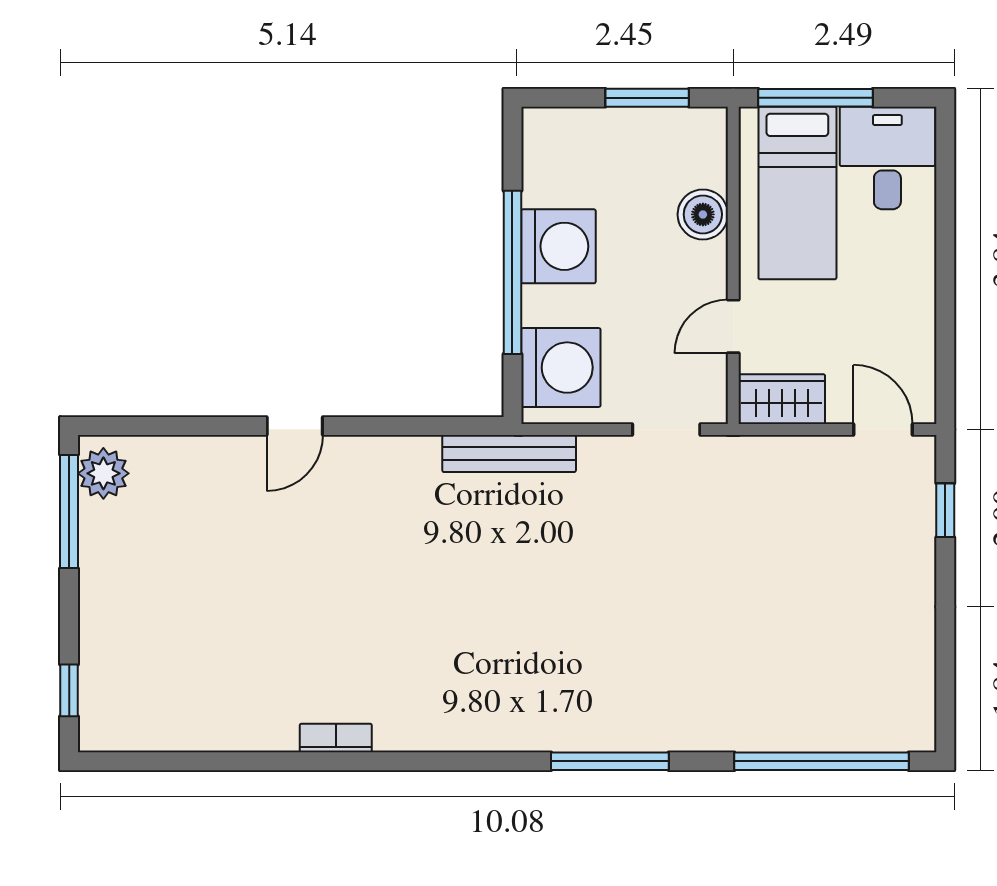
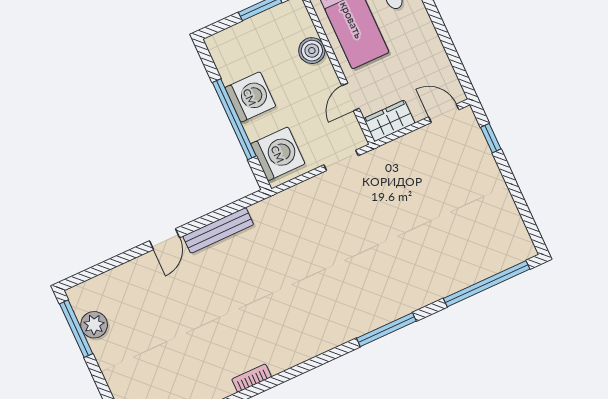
bench: (509, 453) -> (218, 230), moved
plant: (103, 473) -> (94, 325), moved

